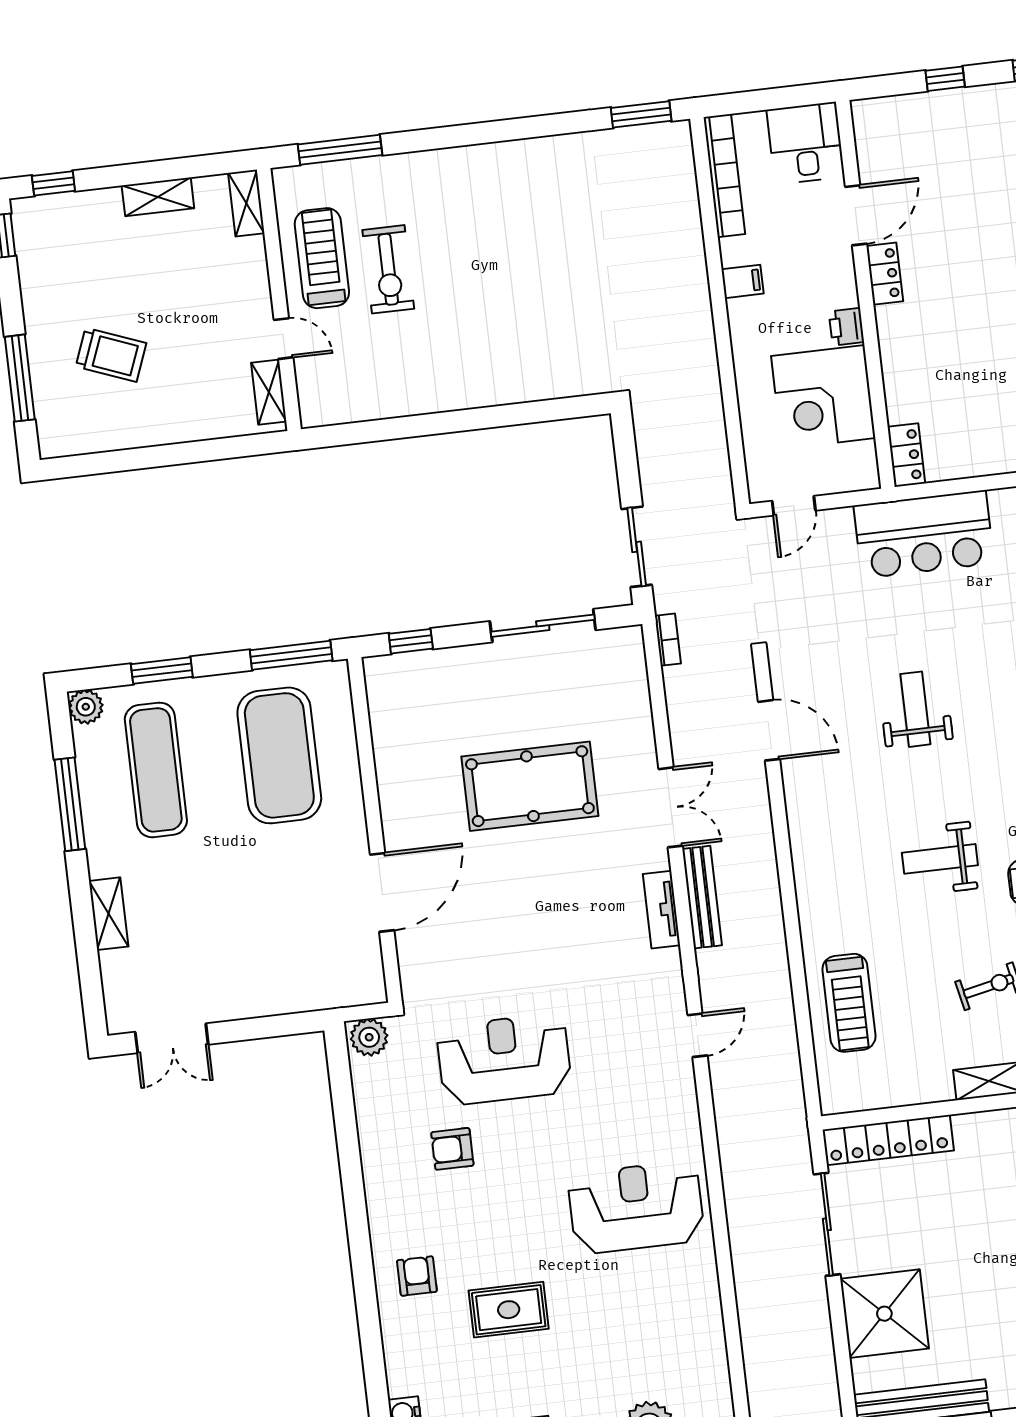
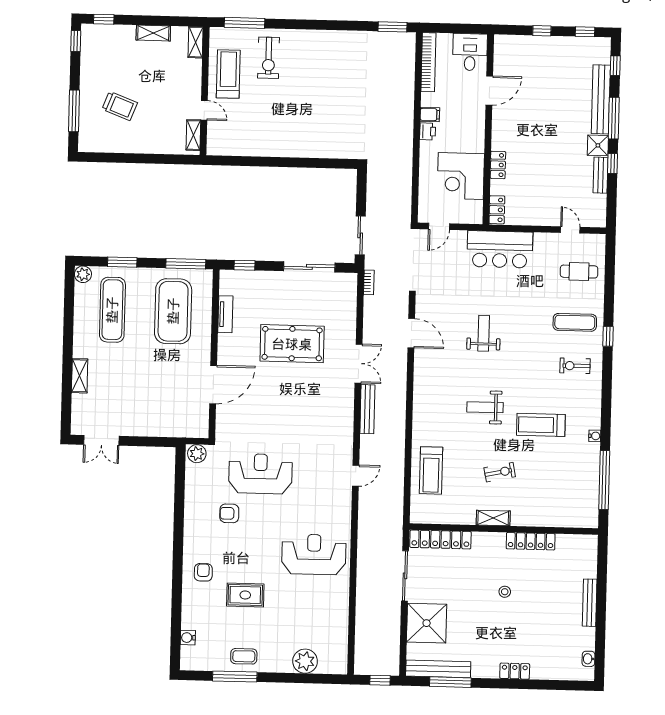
exercise bike: (388, 269) -> (269, 58), moved
locker: (885, 274) -> (498, 165), moved
printer: (846, 327) -> (428, 131), moved, turned 180
window: (70, 804) -> (68, 320), removed
tv unit: (661, 910) -> (225, 314), moved, turned 180

